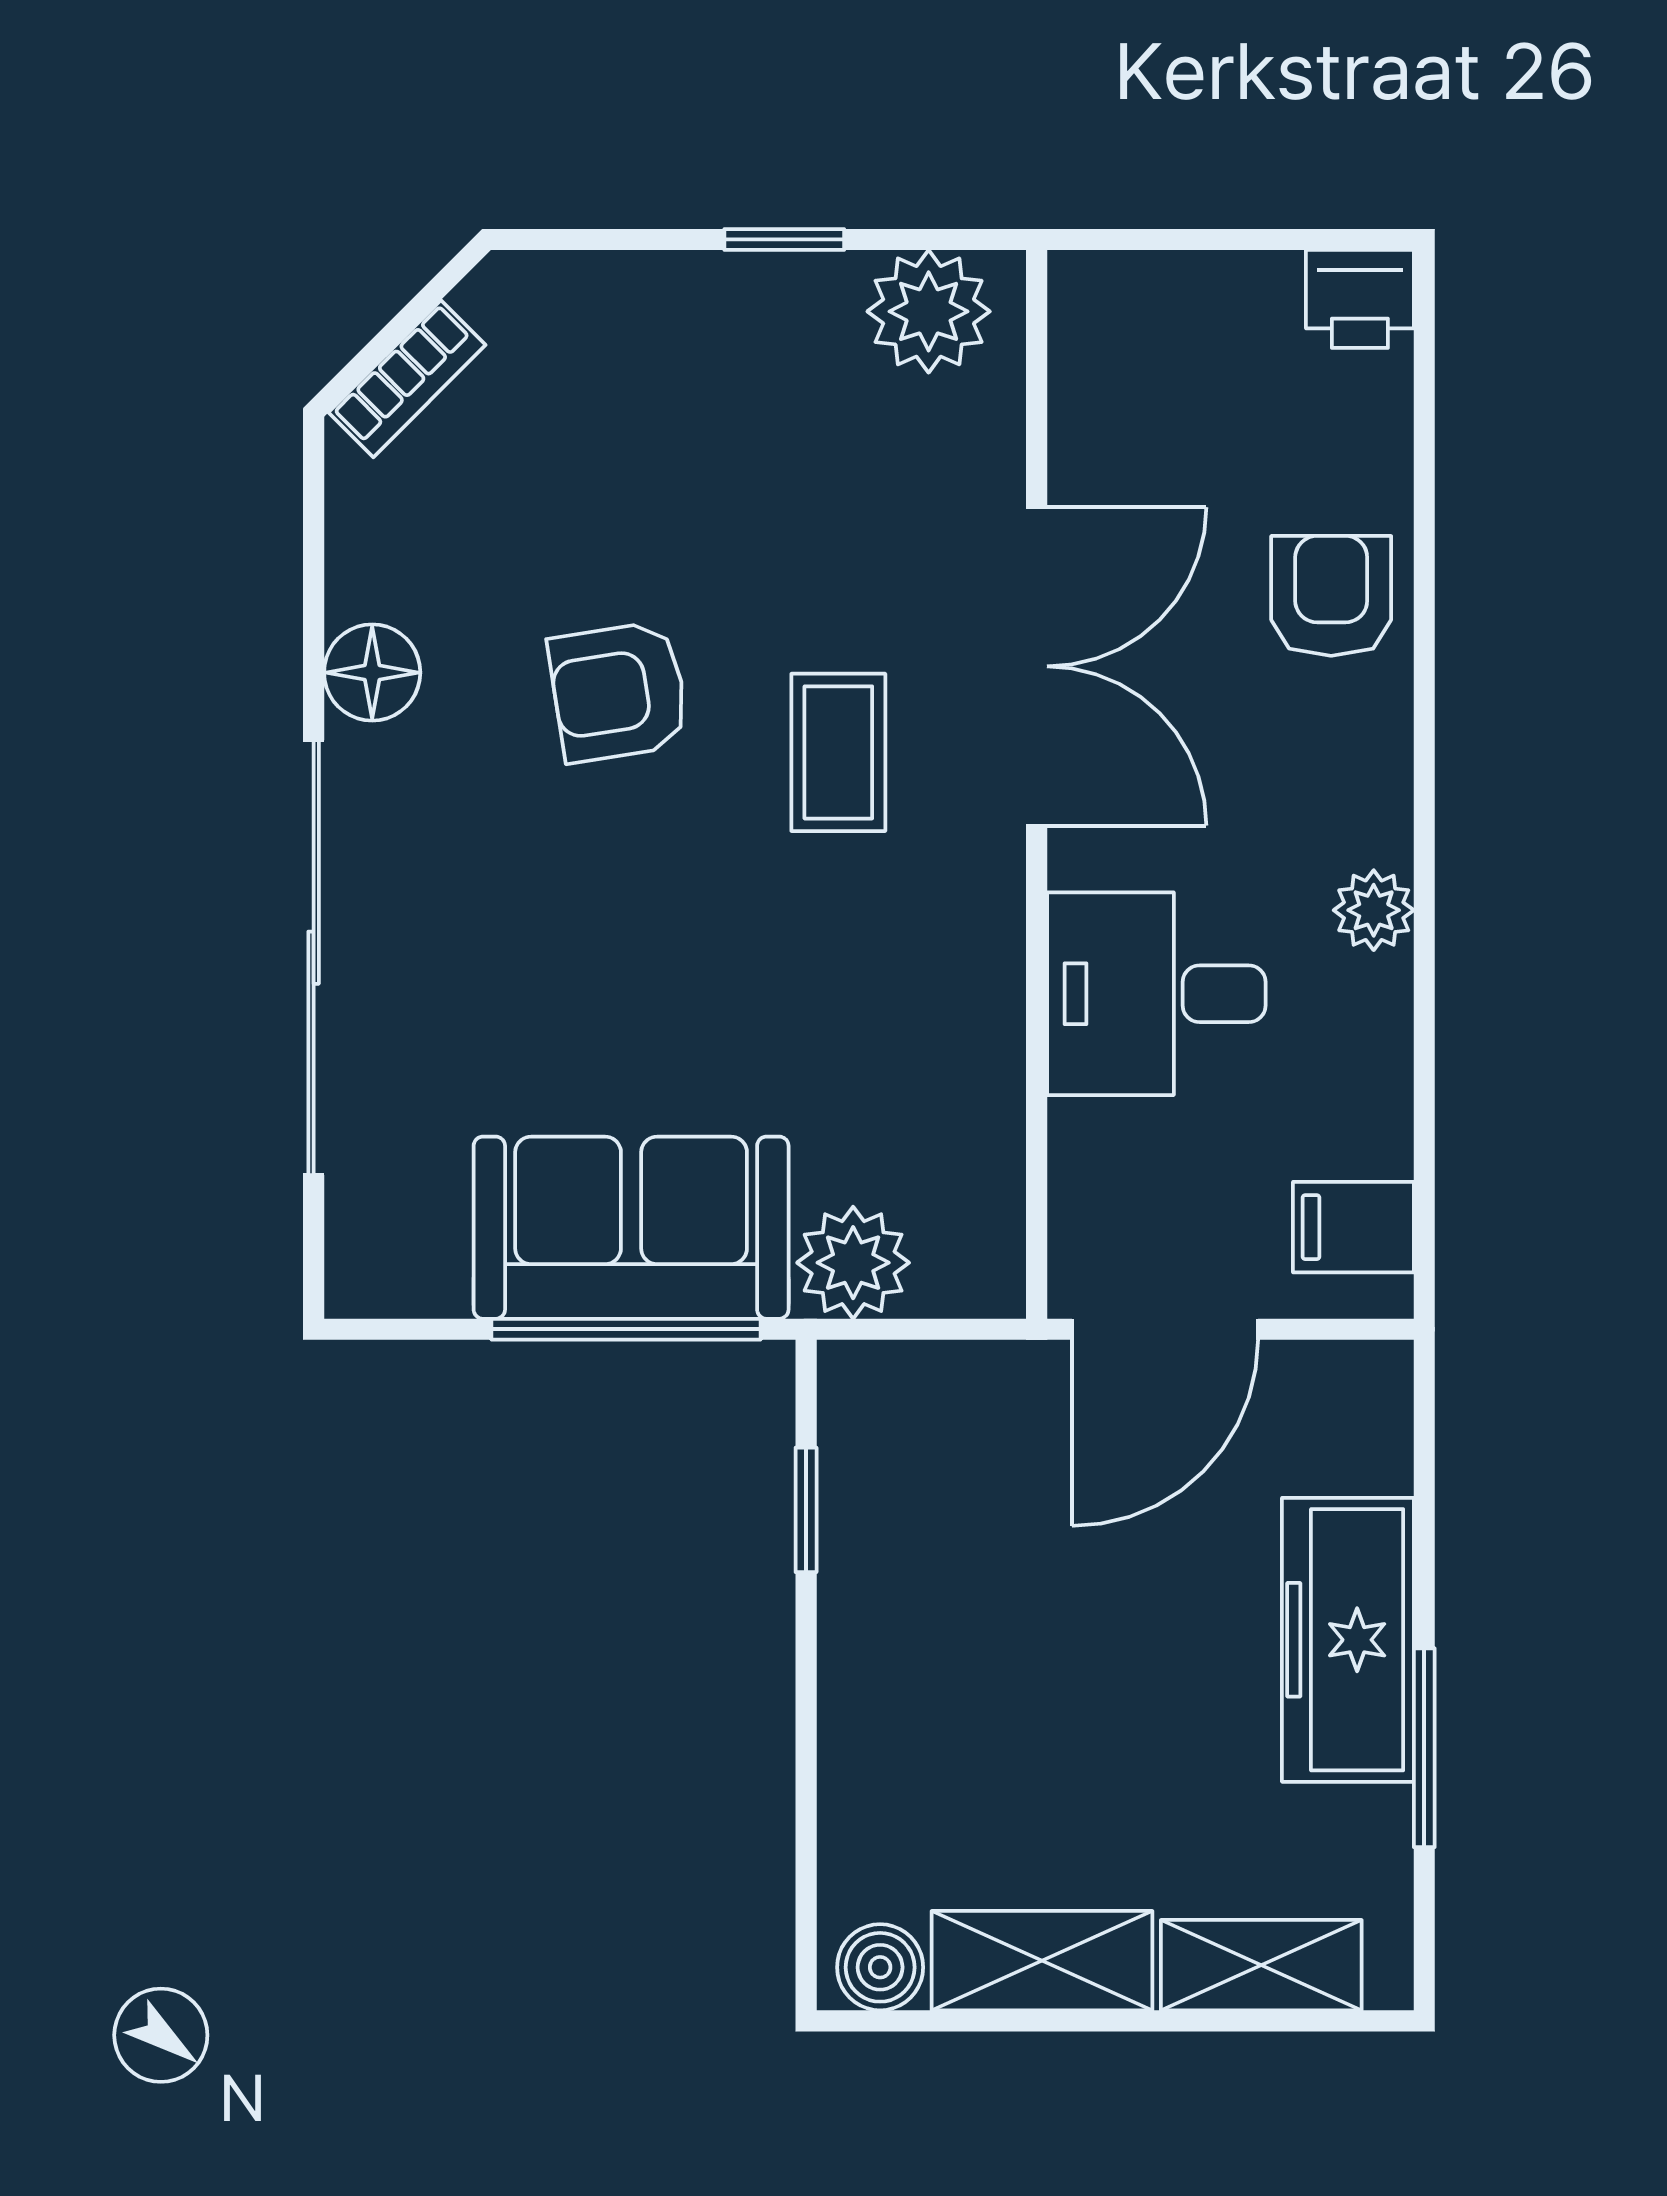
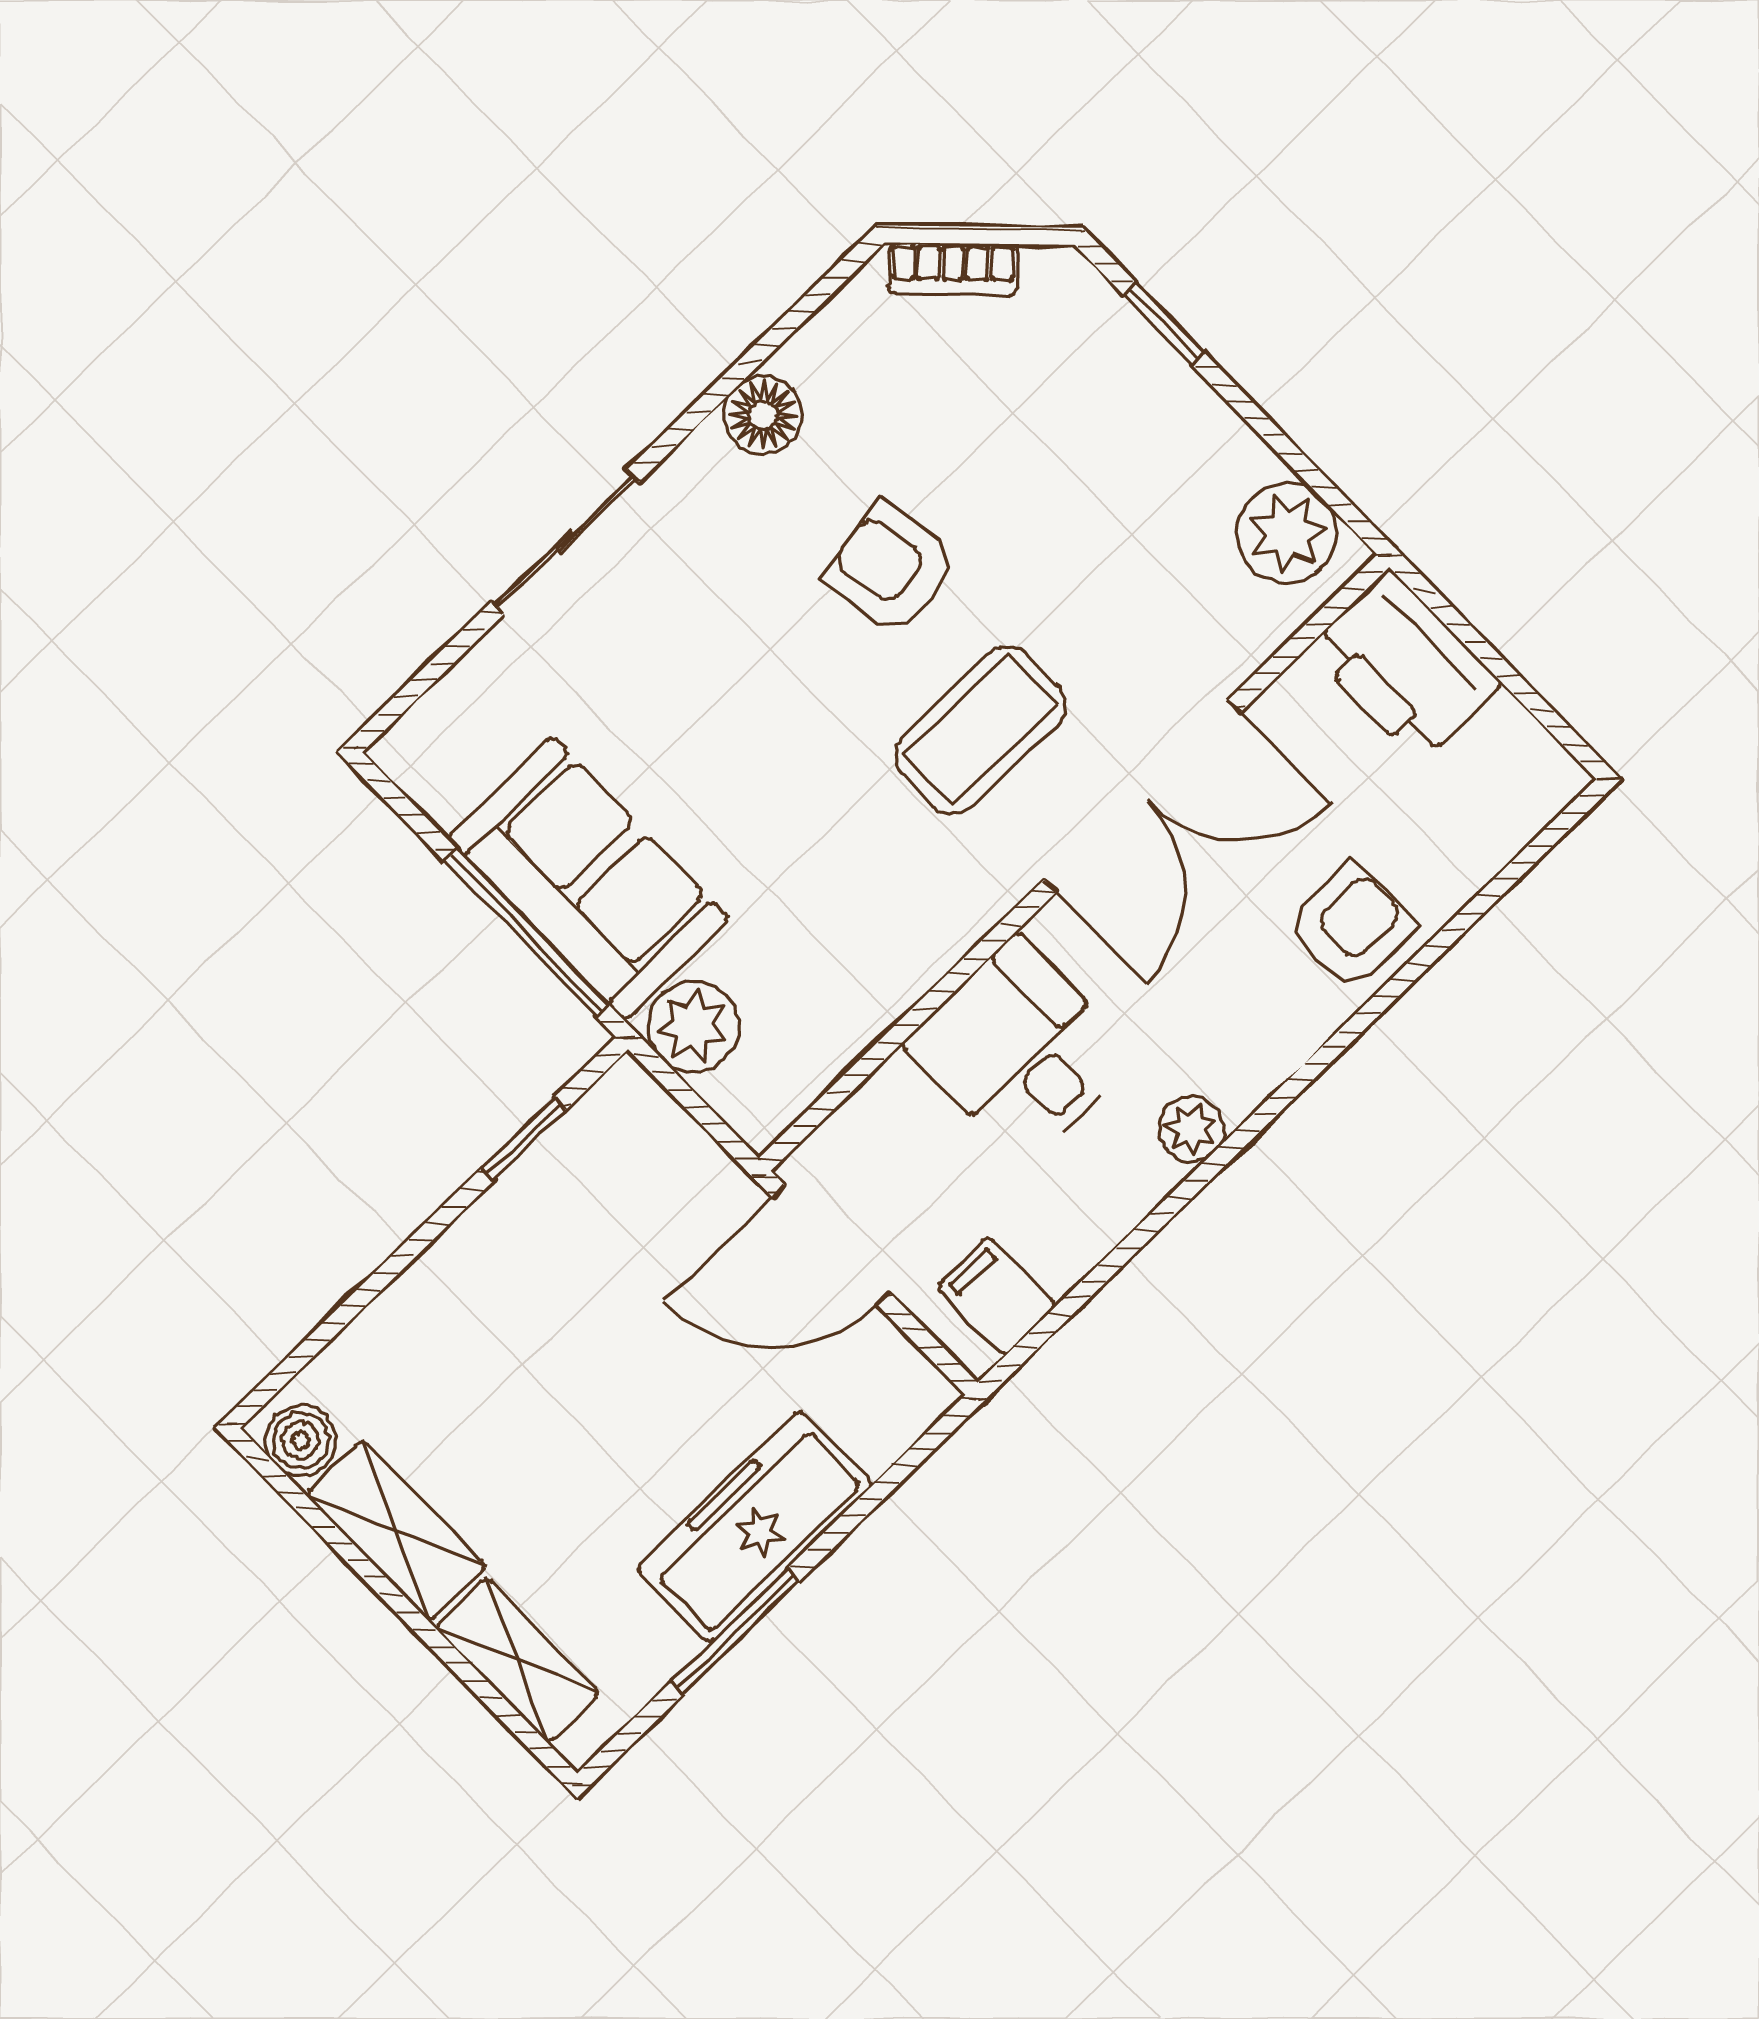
window: (784, 239) -> (1164, 324), moved
printer: (1360, 299) -> (1404, 666), moved, width x1.87, depth x1.48
coffee table: (838, 752) -> (980, 730), width x1.36, depth x1.30
sliding door: (314, 958) -> (565, 542), width x0.54

